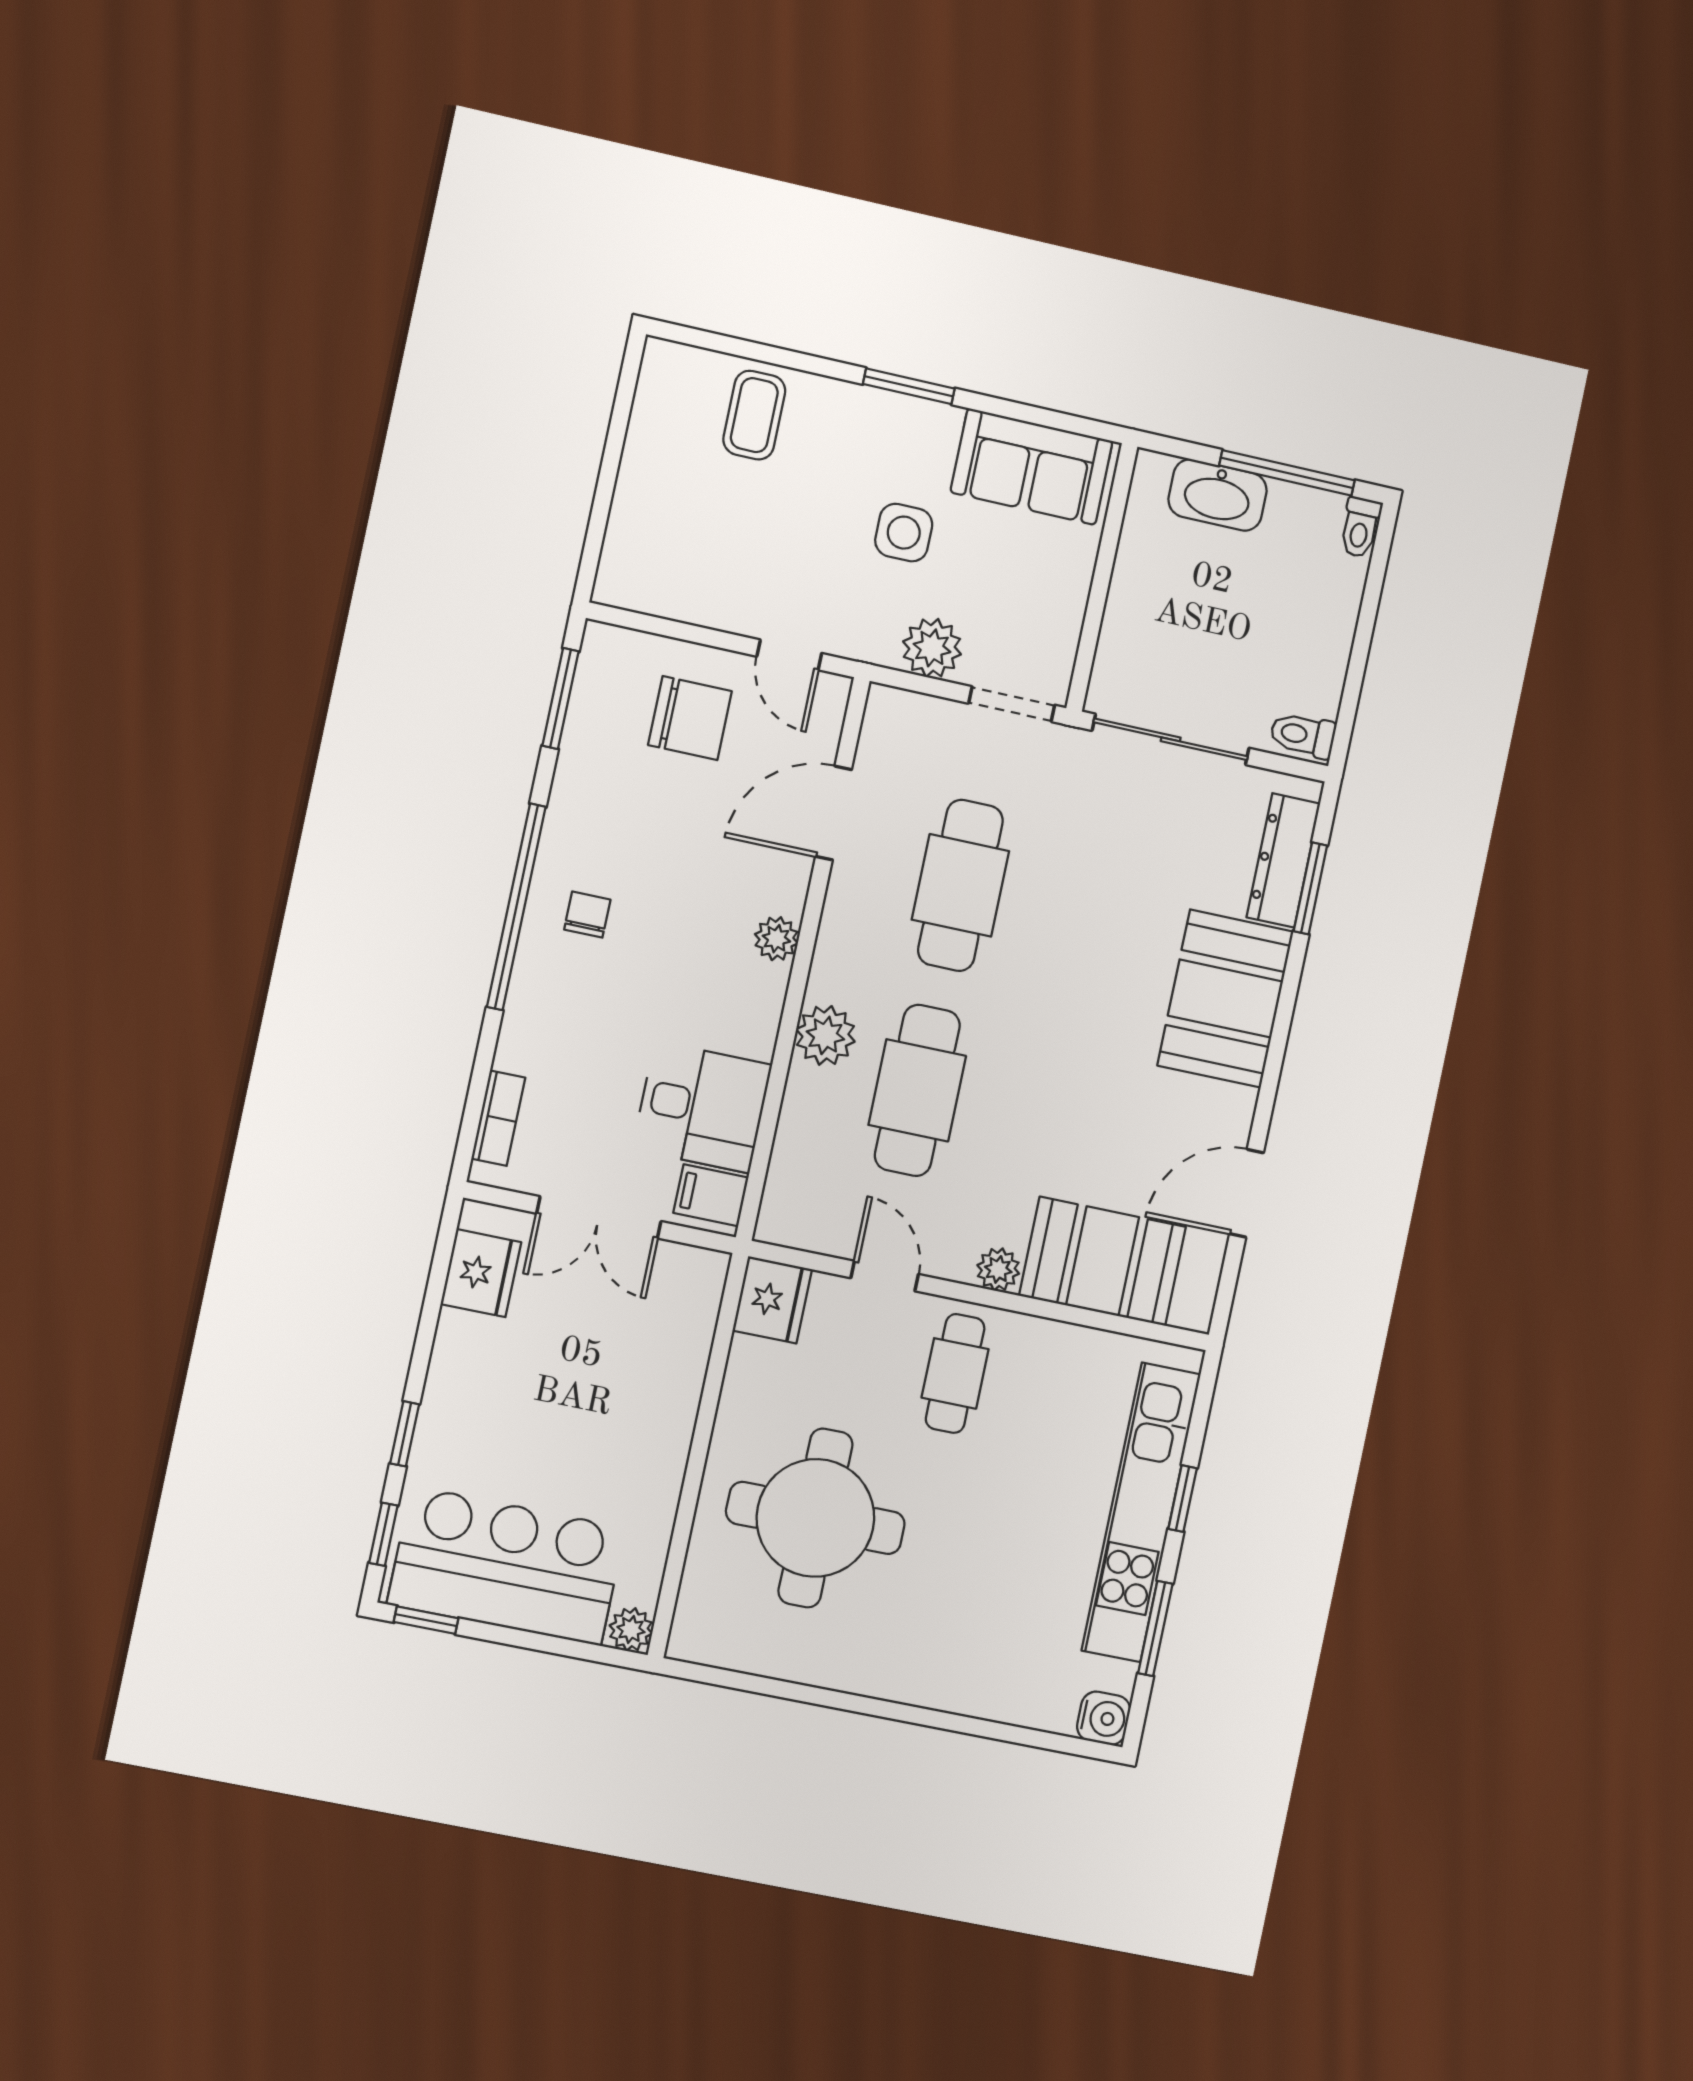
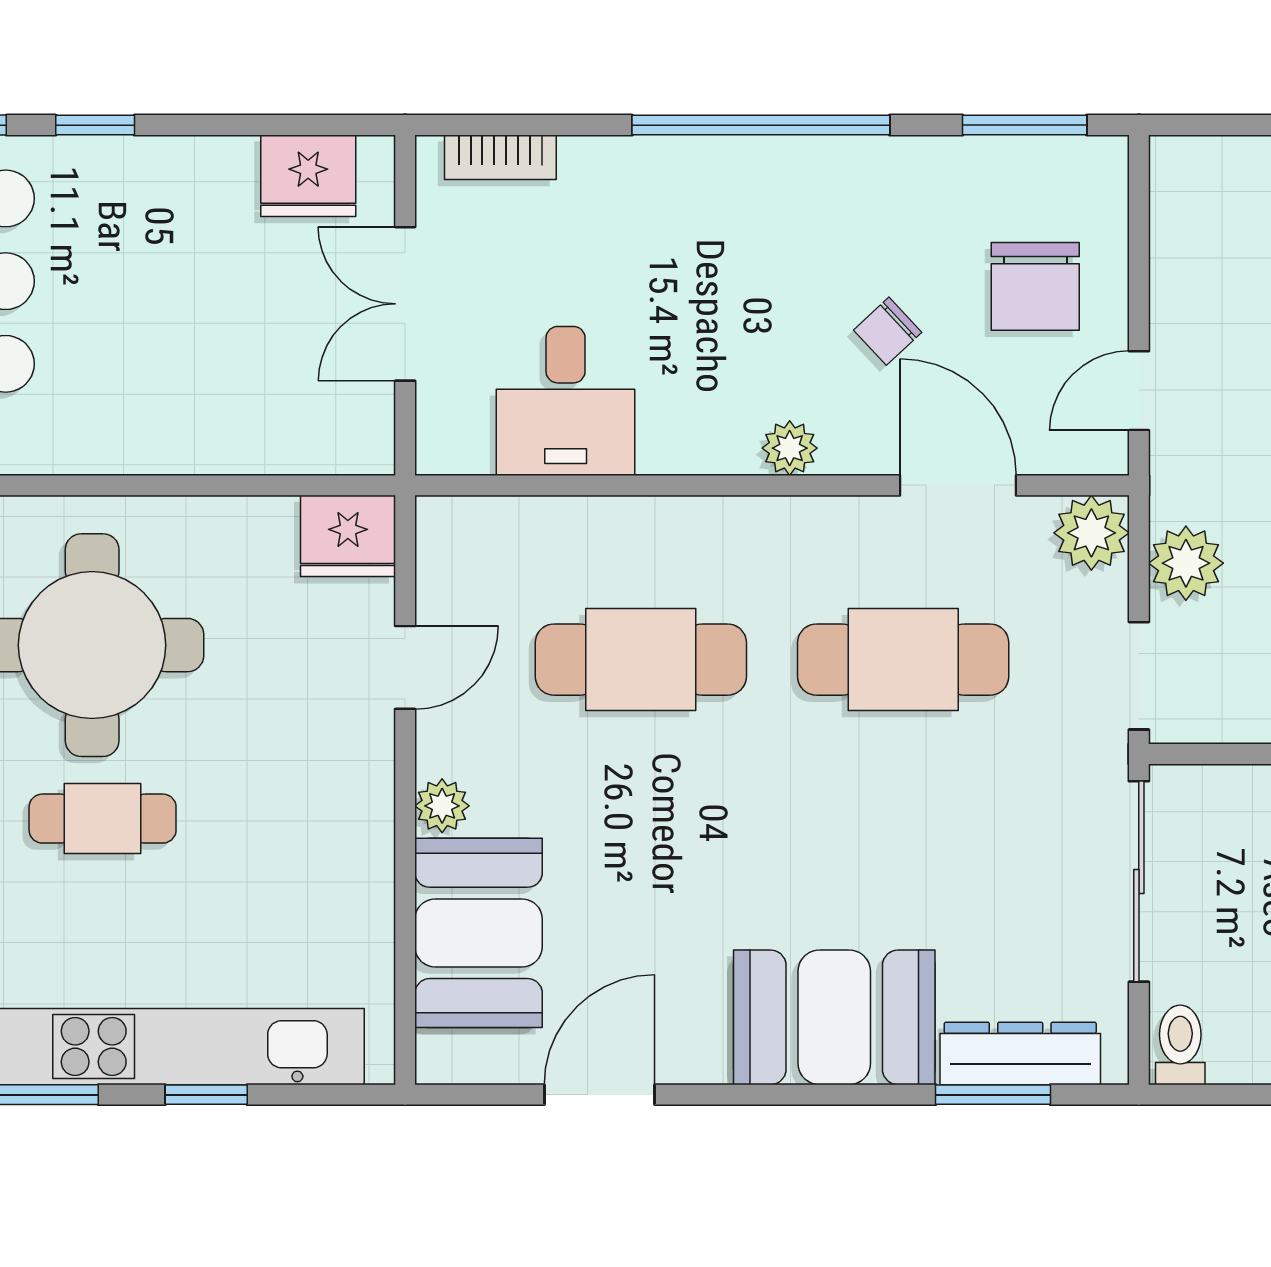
chair: (587, 915) -> (888, 331), moved, turned 137
plant: (825, 1035) -> (1091, 533), moved
door: (1246, 1193) -> (599, 1095), hinge flipped
filing cabinet: (711, 1195) -> (460, 434), removed
cafe table: (955, 1373) -> (103, 819), moved

